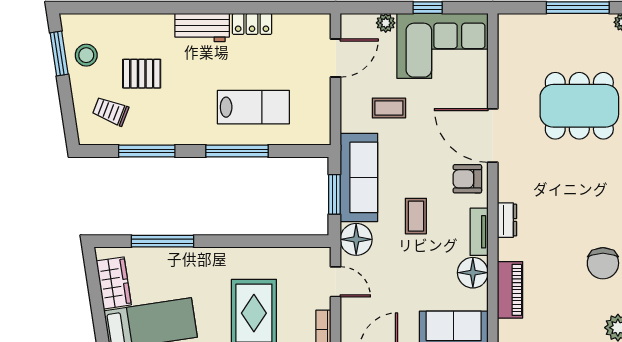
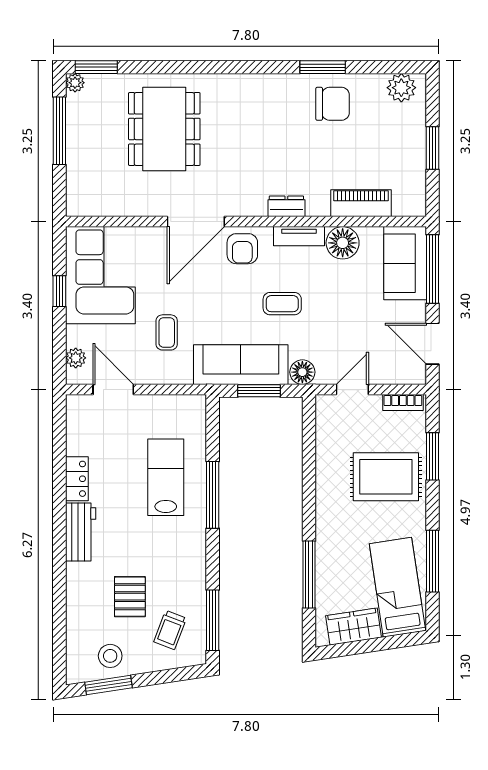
plant: (386, 23) -> (76, 358), moved
window: (147, 151) -> (213, 620), moved
floor lamp: (356, 239) -> (302, 372), width x0.73, depth x0.73

